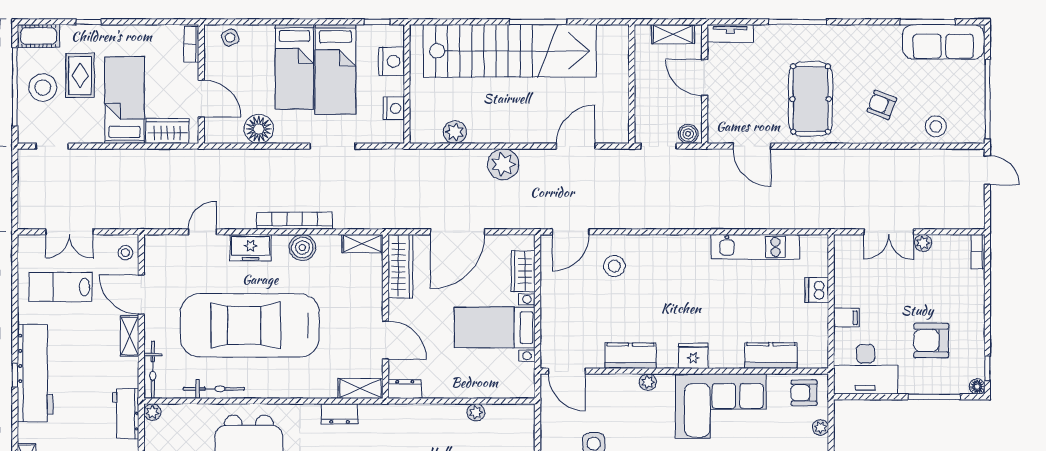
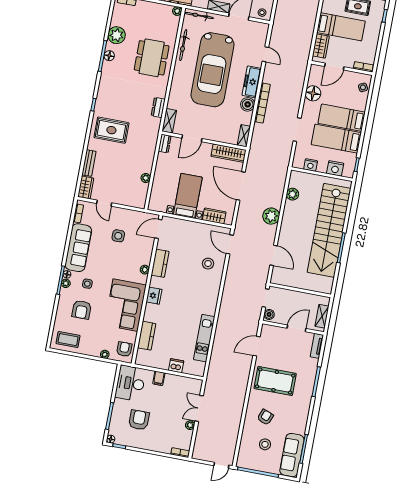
stool: (936, 126) -> (265, 444), moved
freezer: (251, 248) -> (252, 82), width x1.40
car: (250, 325) -> (212, 70), turned 180

